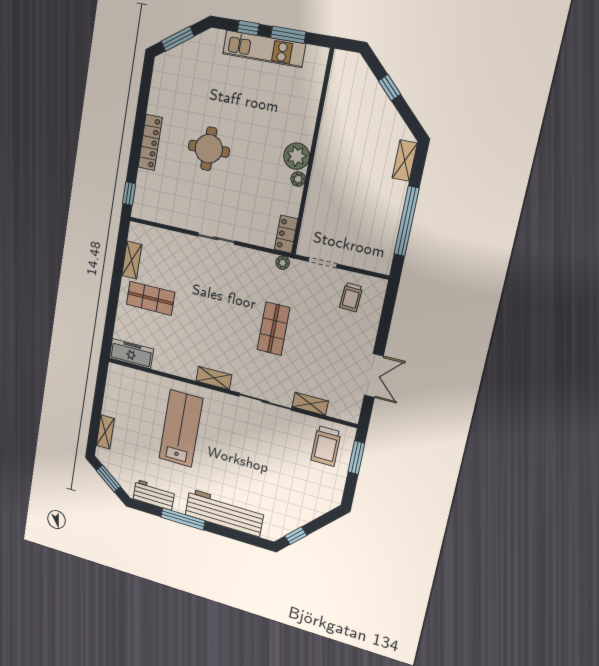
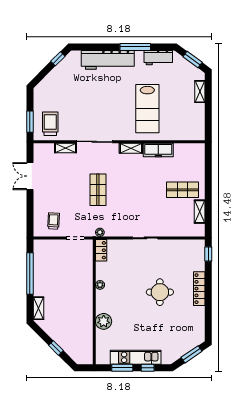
plant: (297, 156) -> (104, 321), moved
freezer: (131, 354) -> (158, 150), moved

